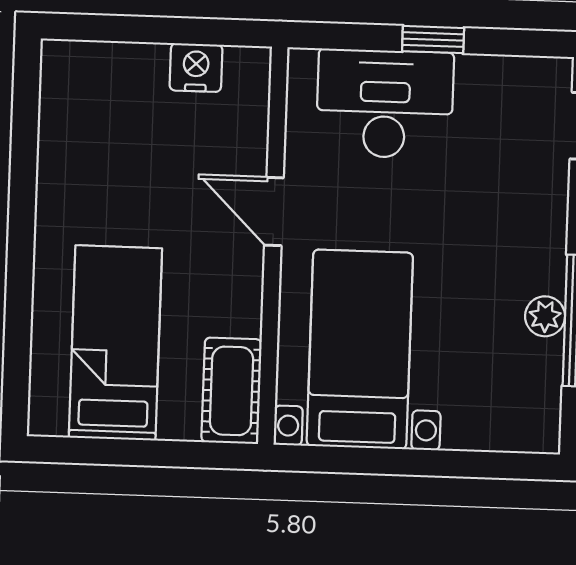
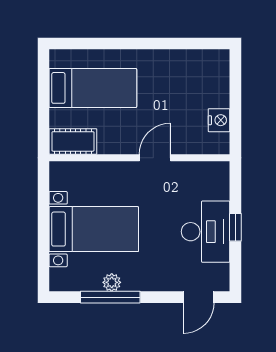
desk: (385, 104) -> (206, 232), moved
bed with nightstands: (360, 349) -> (94, 229), moved

